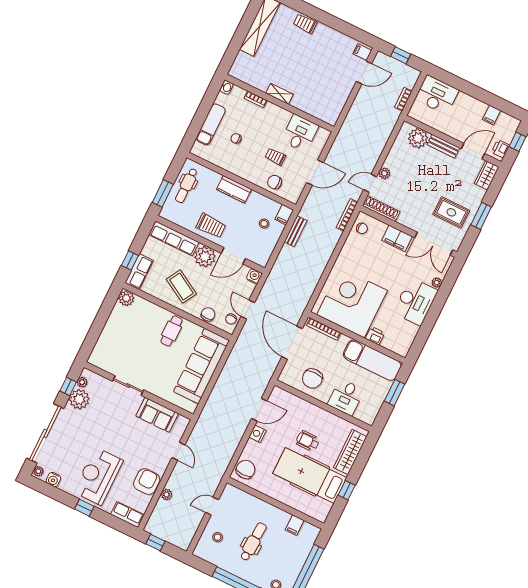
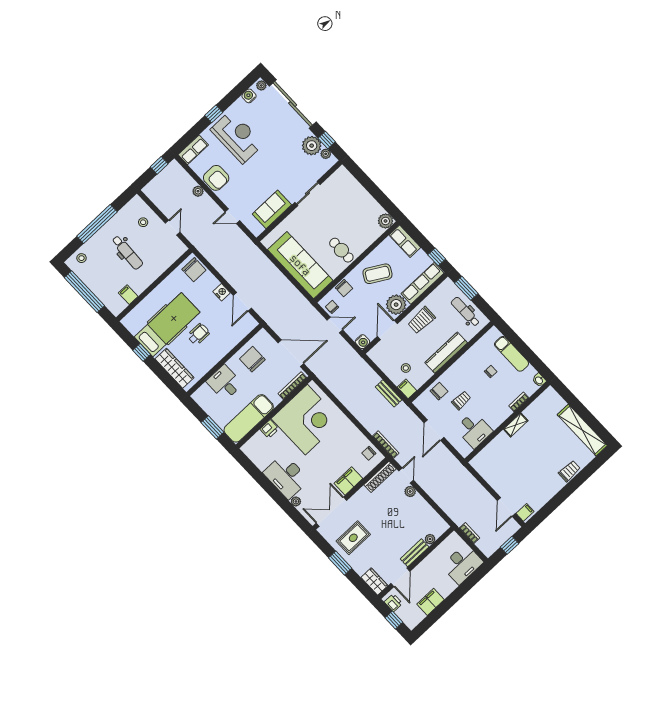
filing cabinet: (492, 115) -> (430, 602), width x2.00
plant: (418, 138) -> (430, 539), width x0.53, depth x0.53
kitchen counter: (234, 189) -> (446, 353), width x1.50
window: (130, 261) -> (437, 257), moved

